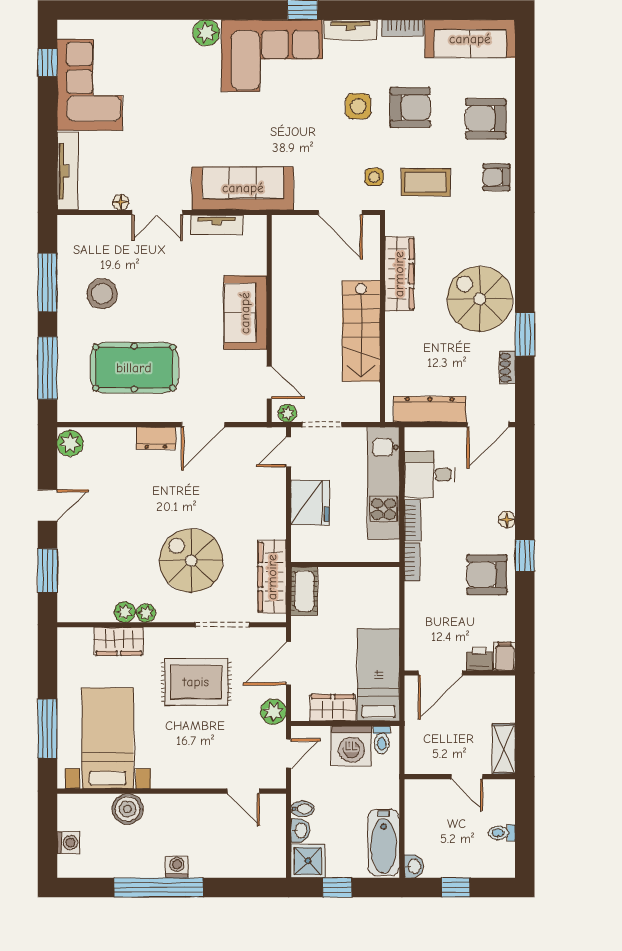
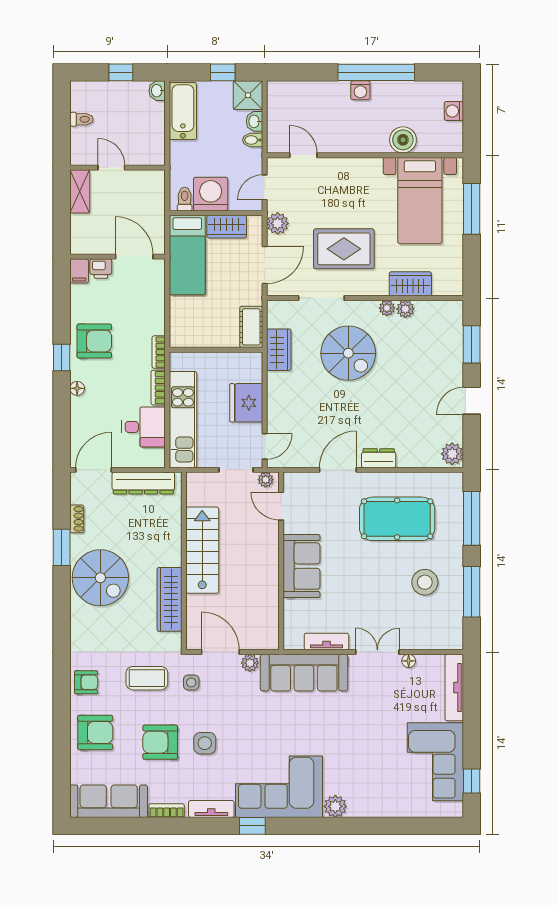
plant: (306, 200) -> (250, 663), added
wardrobe: (272, 577) -> (279, 350), width x0.67
door: (440, 673) -> (134, 257), hinge flipped

